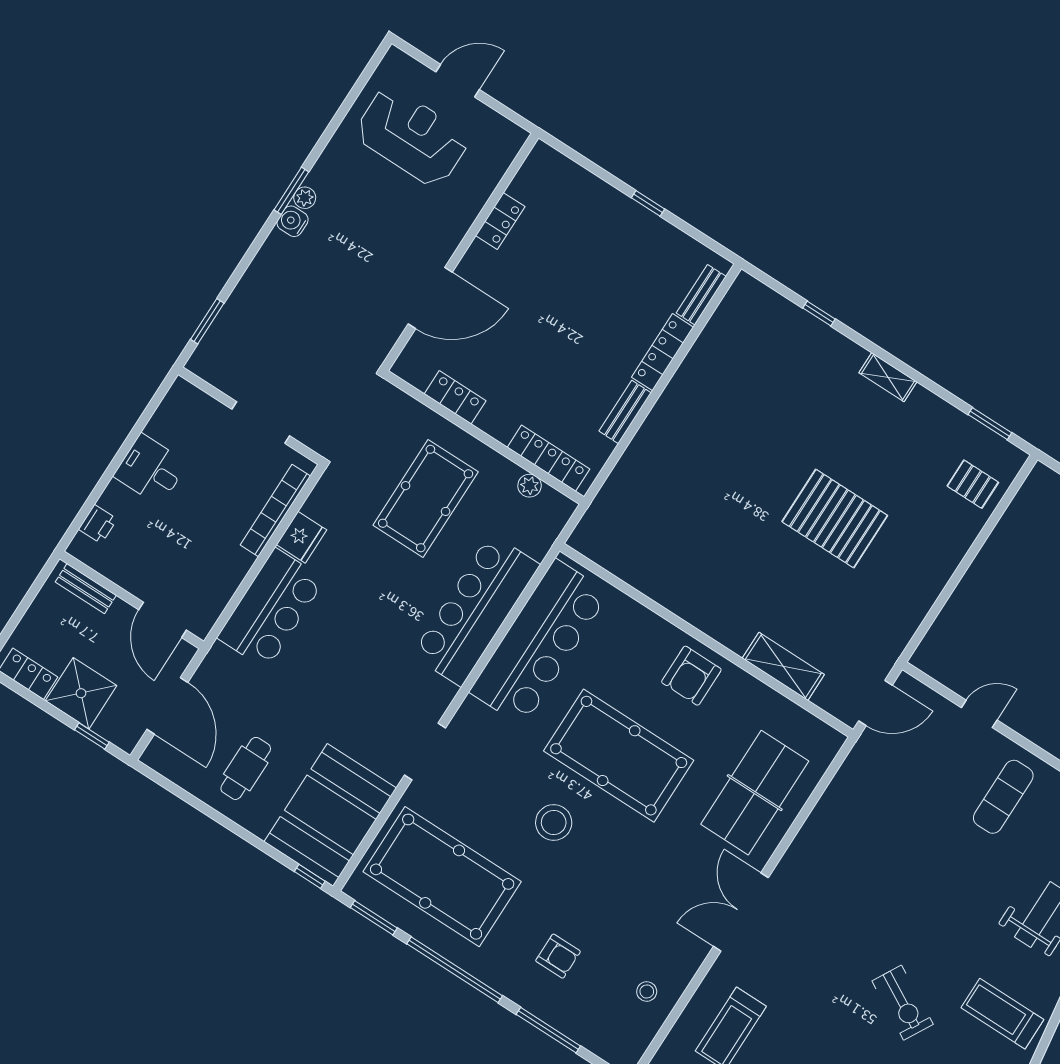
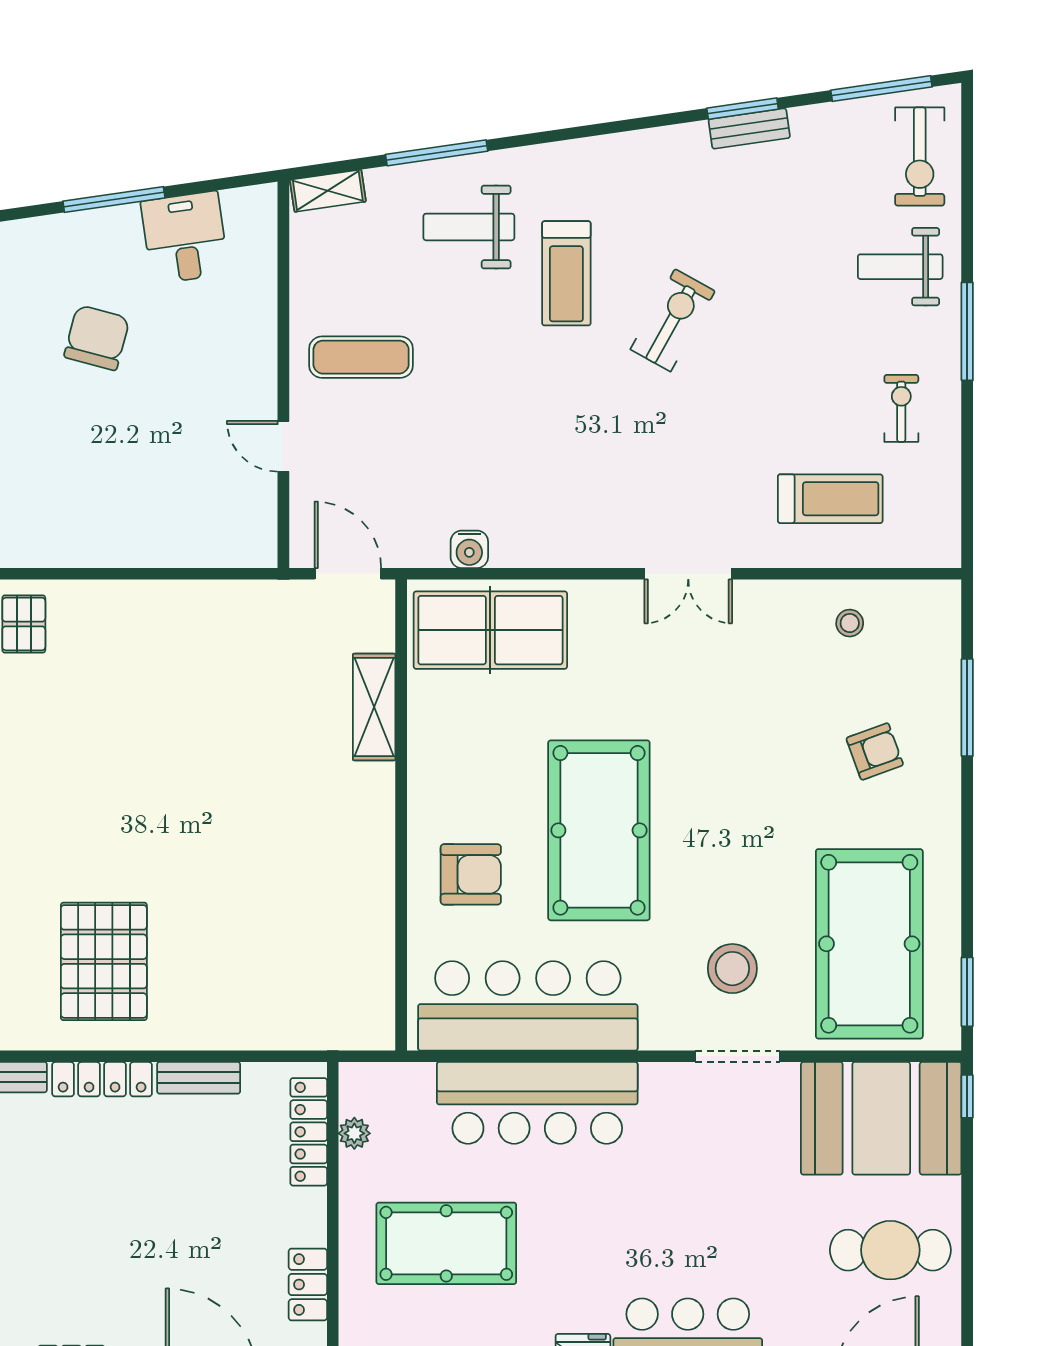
pallet: (835, 519) -> (104, 961), moved
armchair: (691, 676) -> (471, 874), moved
cafe table: (246, 768) -> (890, 1250), width x1.37, depth x1.35
water cooler: (842, 787) -> (469, 549), added
table tennis table: (755, 793) -> (490, 630), moved
stool: (554, 822) -> (732, 969), moved
double door: (741, 912) -> (688, 574), width x0.73
armchair: (558, 956) -> (875, 751), turned 70
window: (455, 970) -> (967, 860), removed
treadmill: (1002, 1014) -> (566, 273), moved

